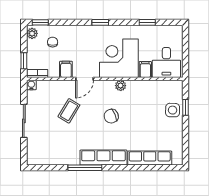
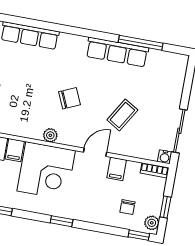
window: (24, 61) -> (165, 207), moved
sliding door: (24, 121) -> (179, 131), moved
row of seats: (103, 158) -> (117, 52), moved
window: (85, 168) -> (141, 43), moved

